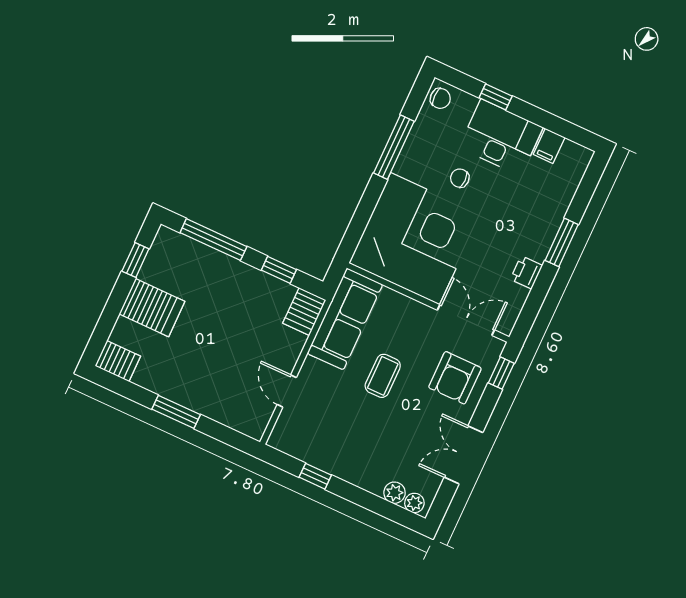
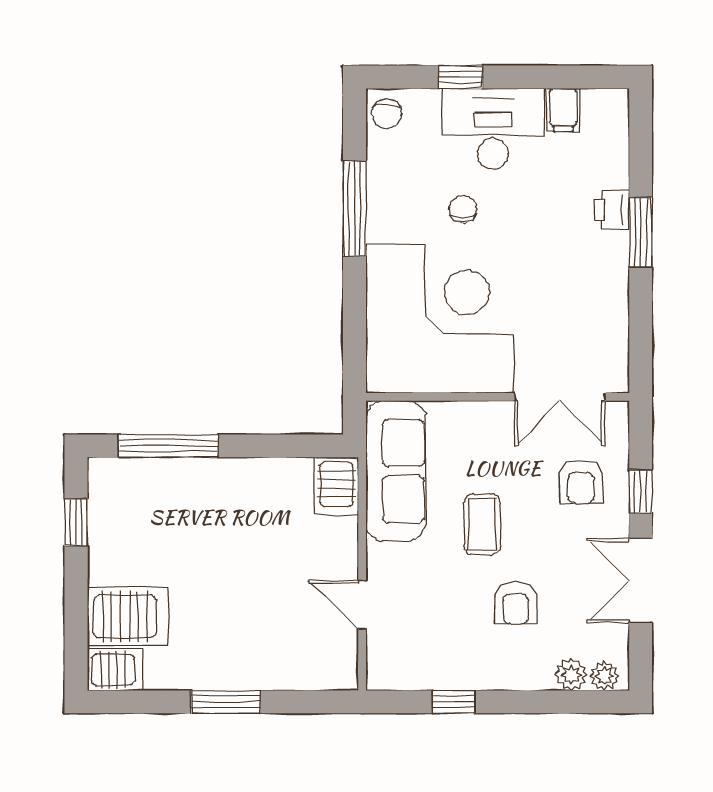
chair: (440, 98) -> (387, 114), turned 90
chair: (460, 178) -> (463, 209), turned 90
window: (279, 270) -> (276, 446), removed
printer: (526, 272) -> (612, 210), moved
server rack: (152, 308) -> (128, 617), moved
double door: (466, 320) -> (560, 397), swing flipped
window: (501, 373) -> (641, 492), moved
armchair: (455, 378) -> (581, 482), width x0.72, depth x0.72
armchair: (381, 433) -> (516, 603), added

